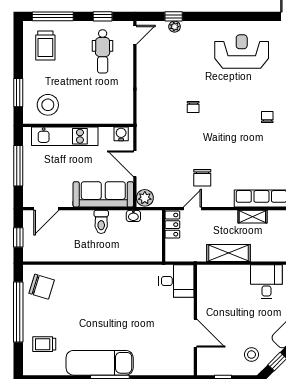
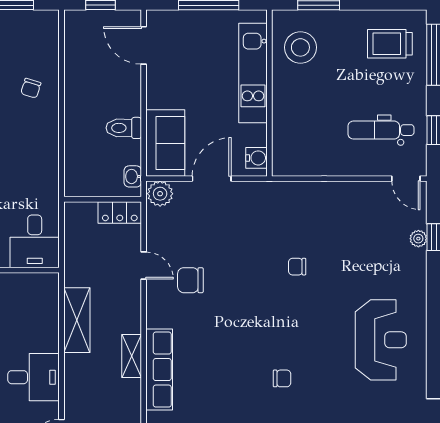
sofa: (103, 194) -> (165, 143), width x0.73
locker: (172, 225) -> (120, 212), moved
wall: (164, 236) -> (103, 199), moved
chair: (42, 287) -> (31, 88), moved, width x0.54, depth x0.54

